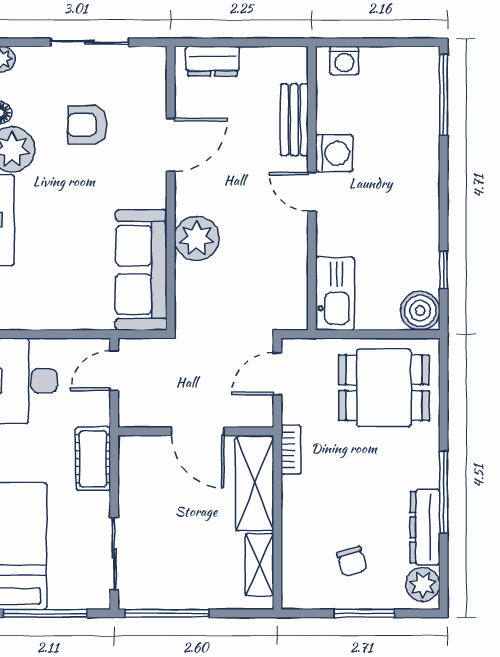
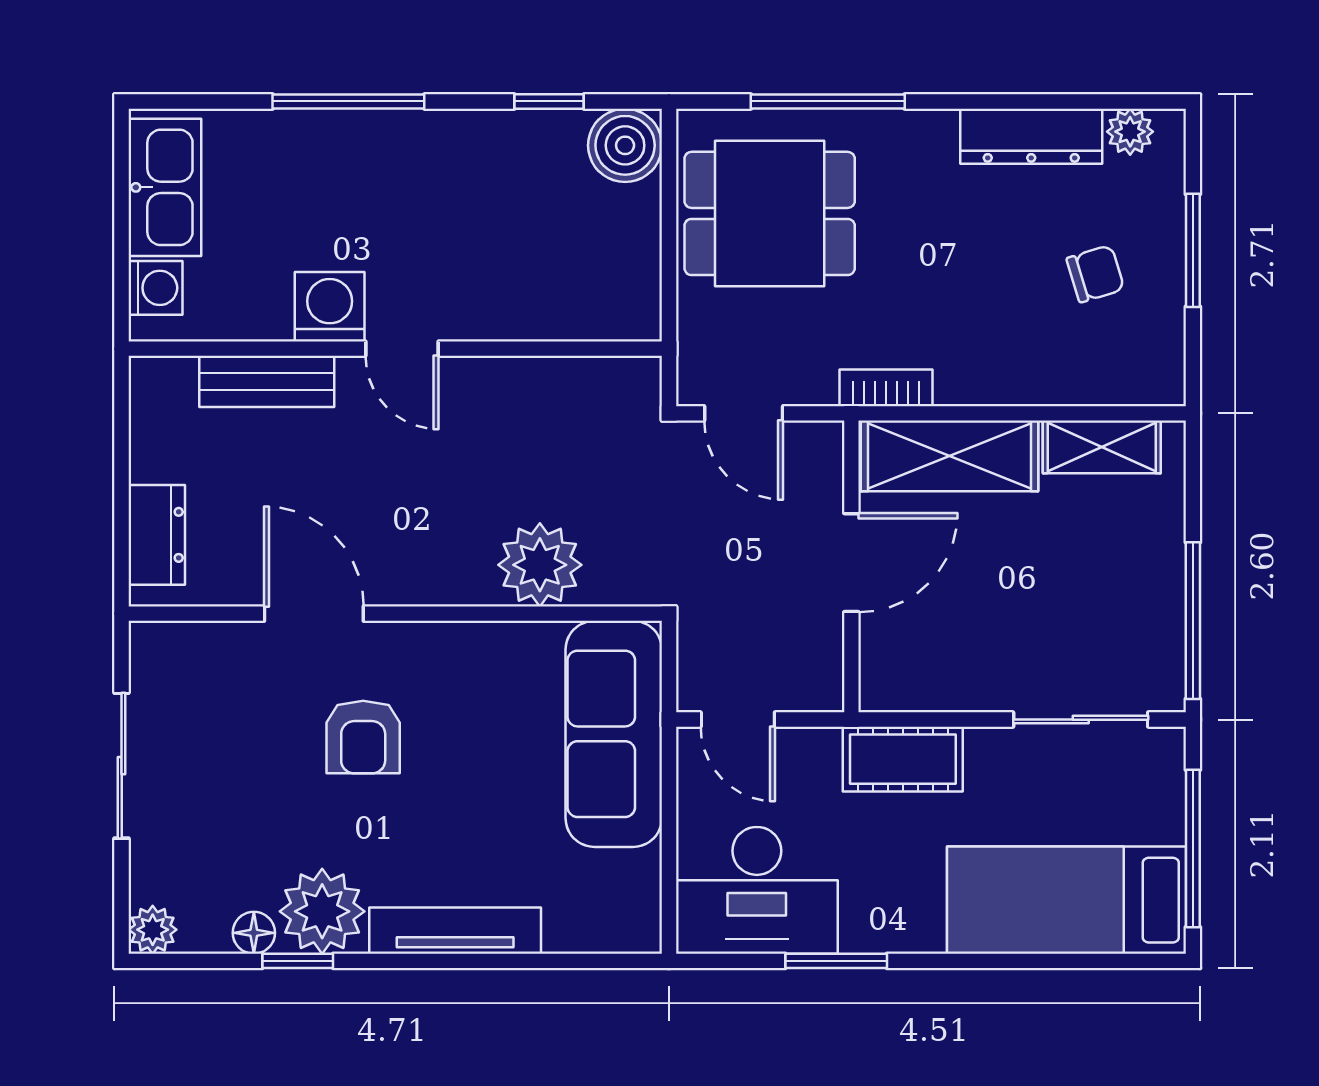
window: (444, 95) -> (348, 101), moved
armchair: (87, 125) -> (363, 737), moved
door: (312, 192) -> (402, 349), hinge flipped
plant: (197, 238) -> (540, 565), moved
sofa: (141, 270) -> (614, 734), moved, turned 90
kitchen sink: (335, 294) -> (165, 187), moved, turned 90
dining table: (384, 388) -> (770, 213), turned 90
window: (444, 492) -> (828, 101), moved
plant: (423, 584) -> (1130, 132), width x0.73, depth x0.73

